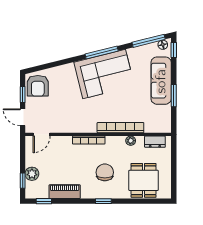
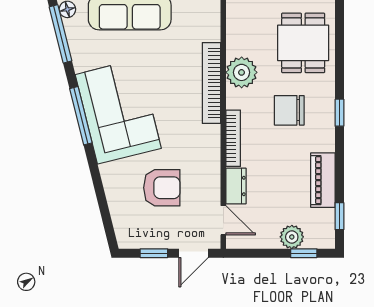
armchair: (38, 86) -> (162, 188), moved
plant: (131, 141) -> (242, 72), width x1.88, depth x1.88
dresser: (155, 142) -> (236, 186), moved
dining table: (144, 180) -> (303, 43), turned 90

